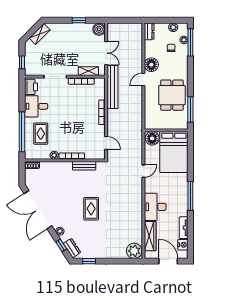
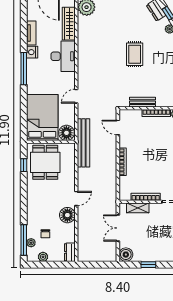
bench: (113, 87) -> (83, 143), moved
dining table: (172, 95) -> (45, 162), moved
window: (190, 109) -> (24, 165), width x0.46
nightstand: (183, 245) -> (32, 52), moved

